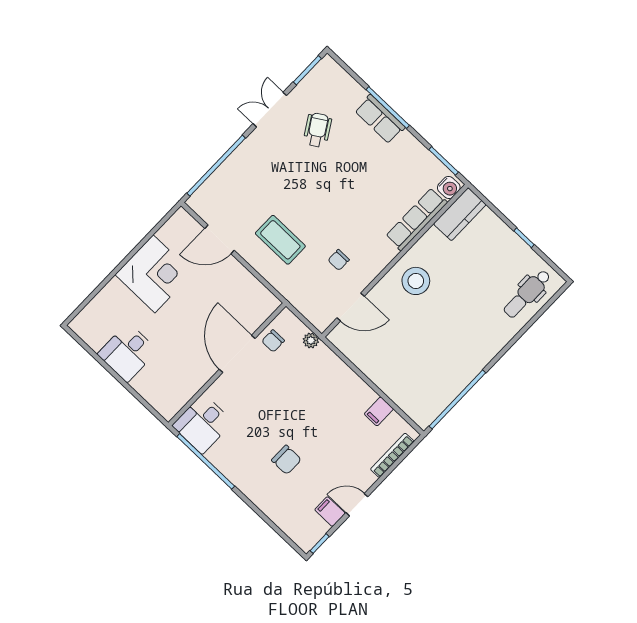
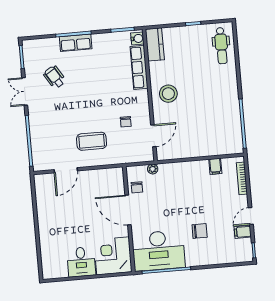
corner desk: (154, 274) -> (113, 256), moved, turned -90
desk: (203, 424) -> (158, 251), width x1.87, depth x1.30

